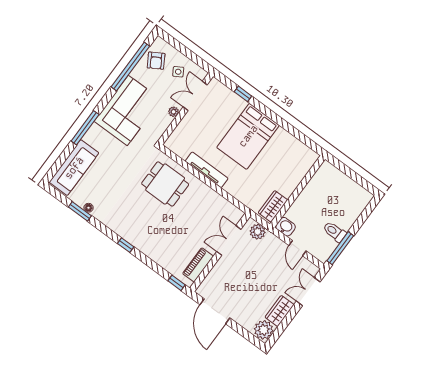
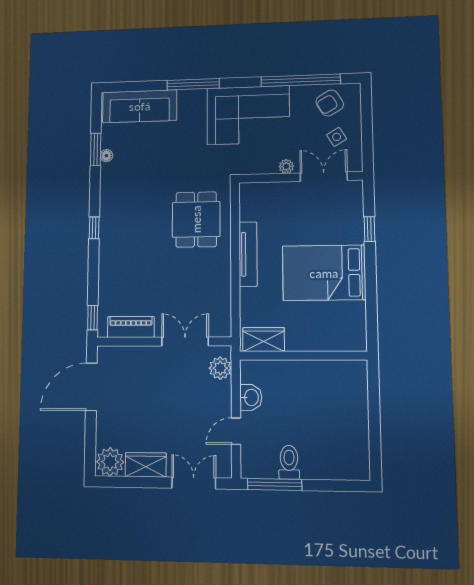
wall: (297, 192) -> (303, 356), moved
wardrobe: (273, 206) -> (264, 339), moved

